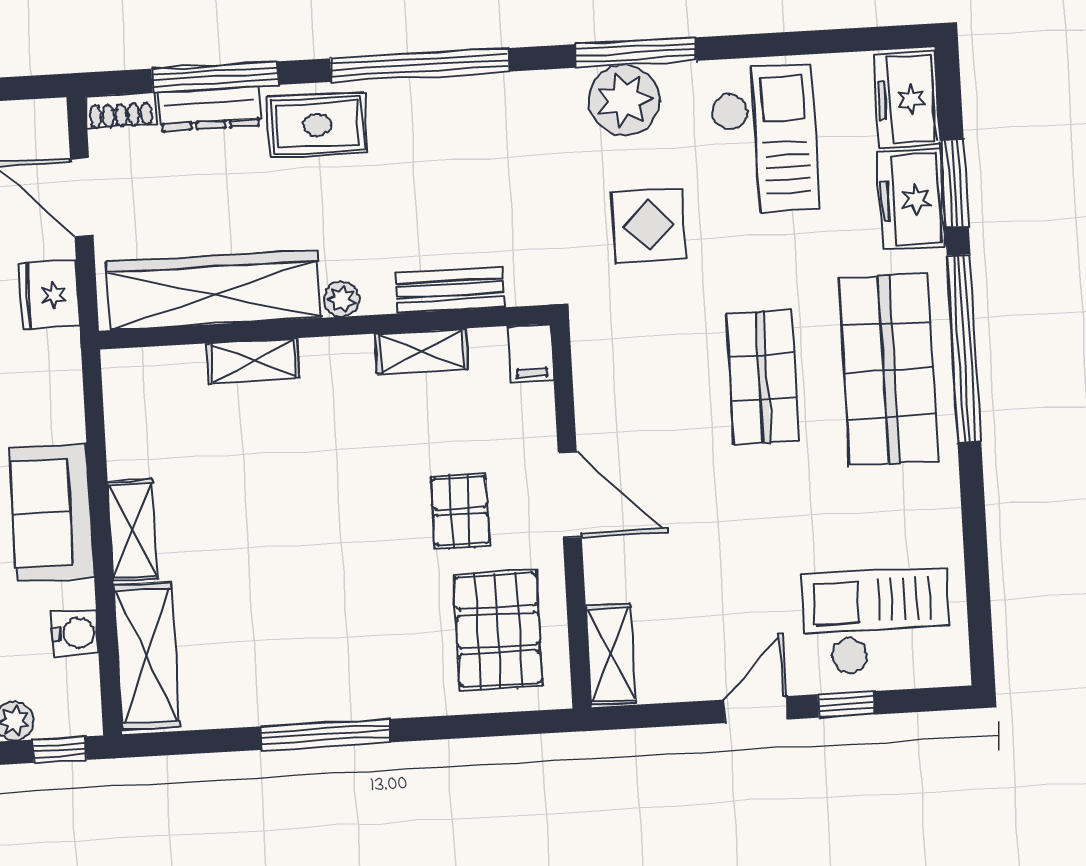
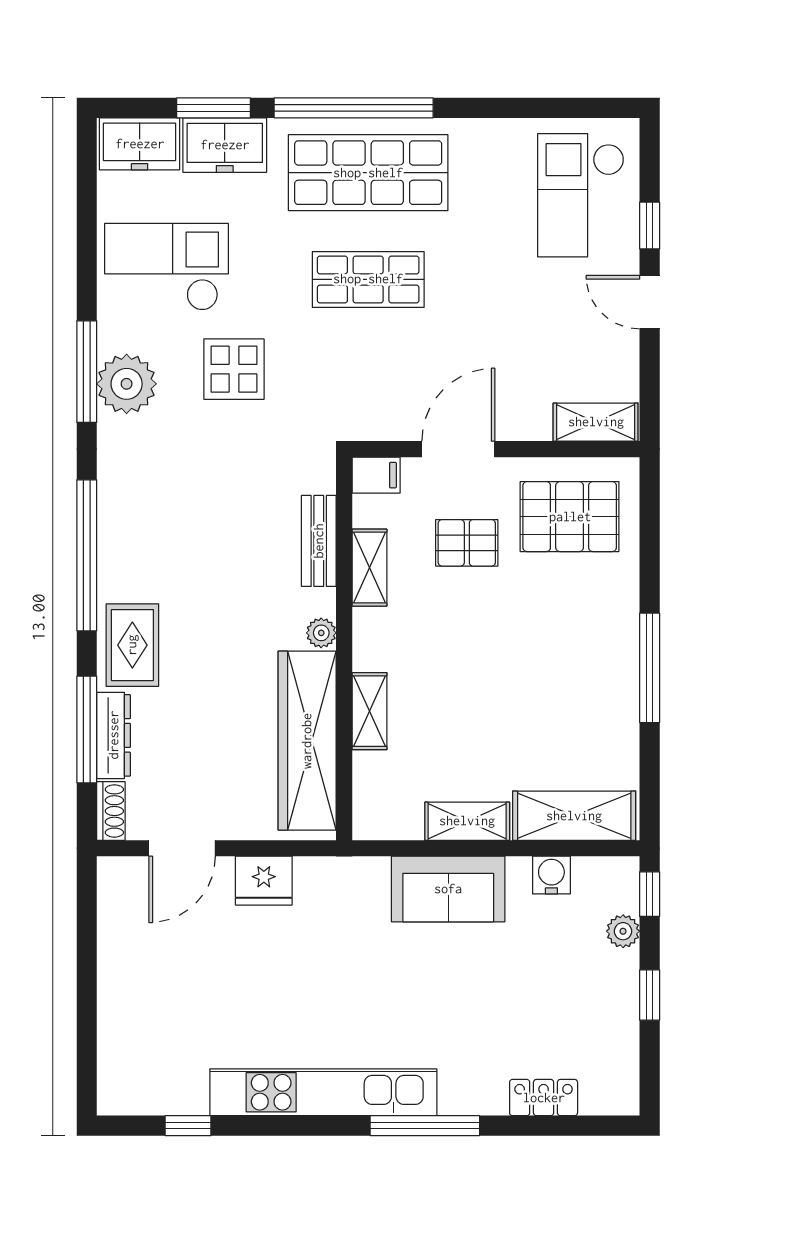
wardrobe: (214, 290) -> (307, 741), moved
bench: (450, 290) -> (319, 541), moved
plant: (342, 299) -> (321, 633), moved
wall: (325, 327) -> (344, 649), moved
shelving: (422, 351) -> (369, 568), moved
filing cabinet: (531, 353) -> (376, 475), moved
shelving: (253, 361) -> (369, 711), moved

